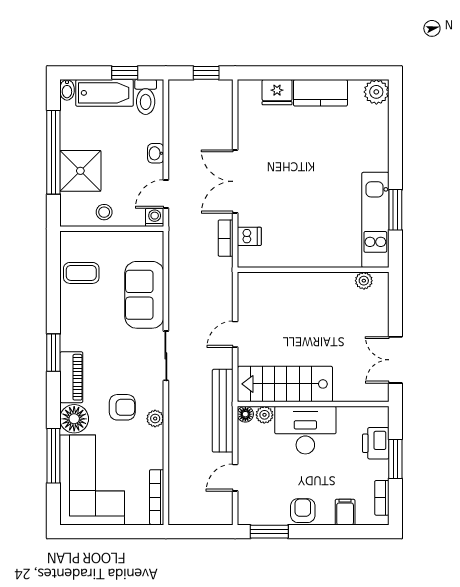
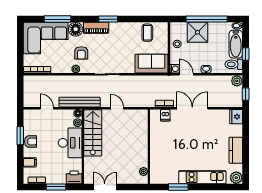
plant: (179, 91) -> (237, 81), added
fridge: (277, 92) -> (236, 117), moved
kitchen unit: (375, 220) -> (202, 177), moved
sofa: (144, 295) -> (151, 64), moved
printer: (376, 443) -> (74, 177), moved
window: (269, 532) -> (20, 136), moved

